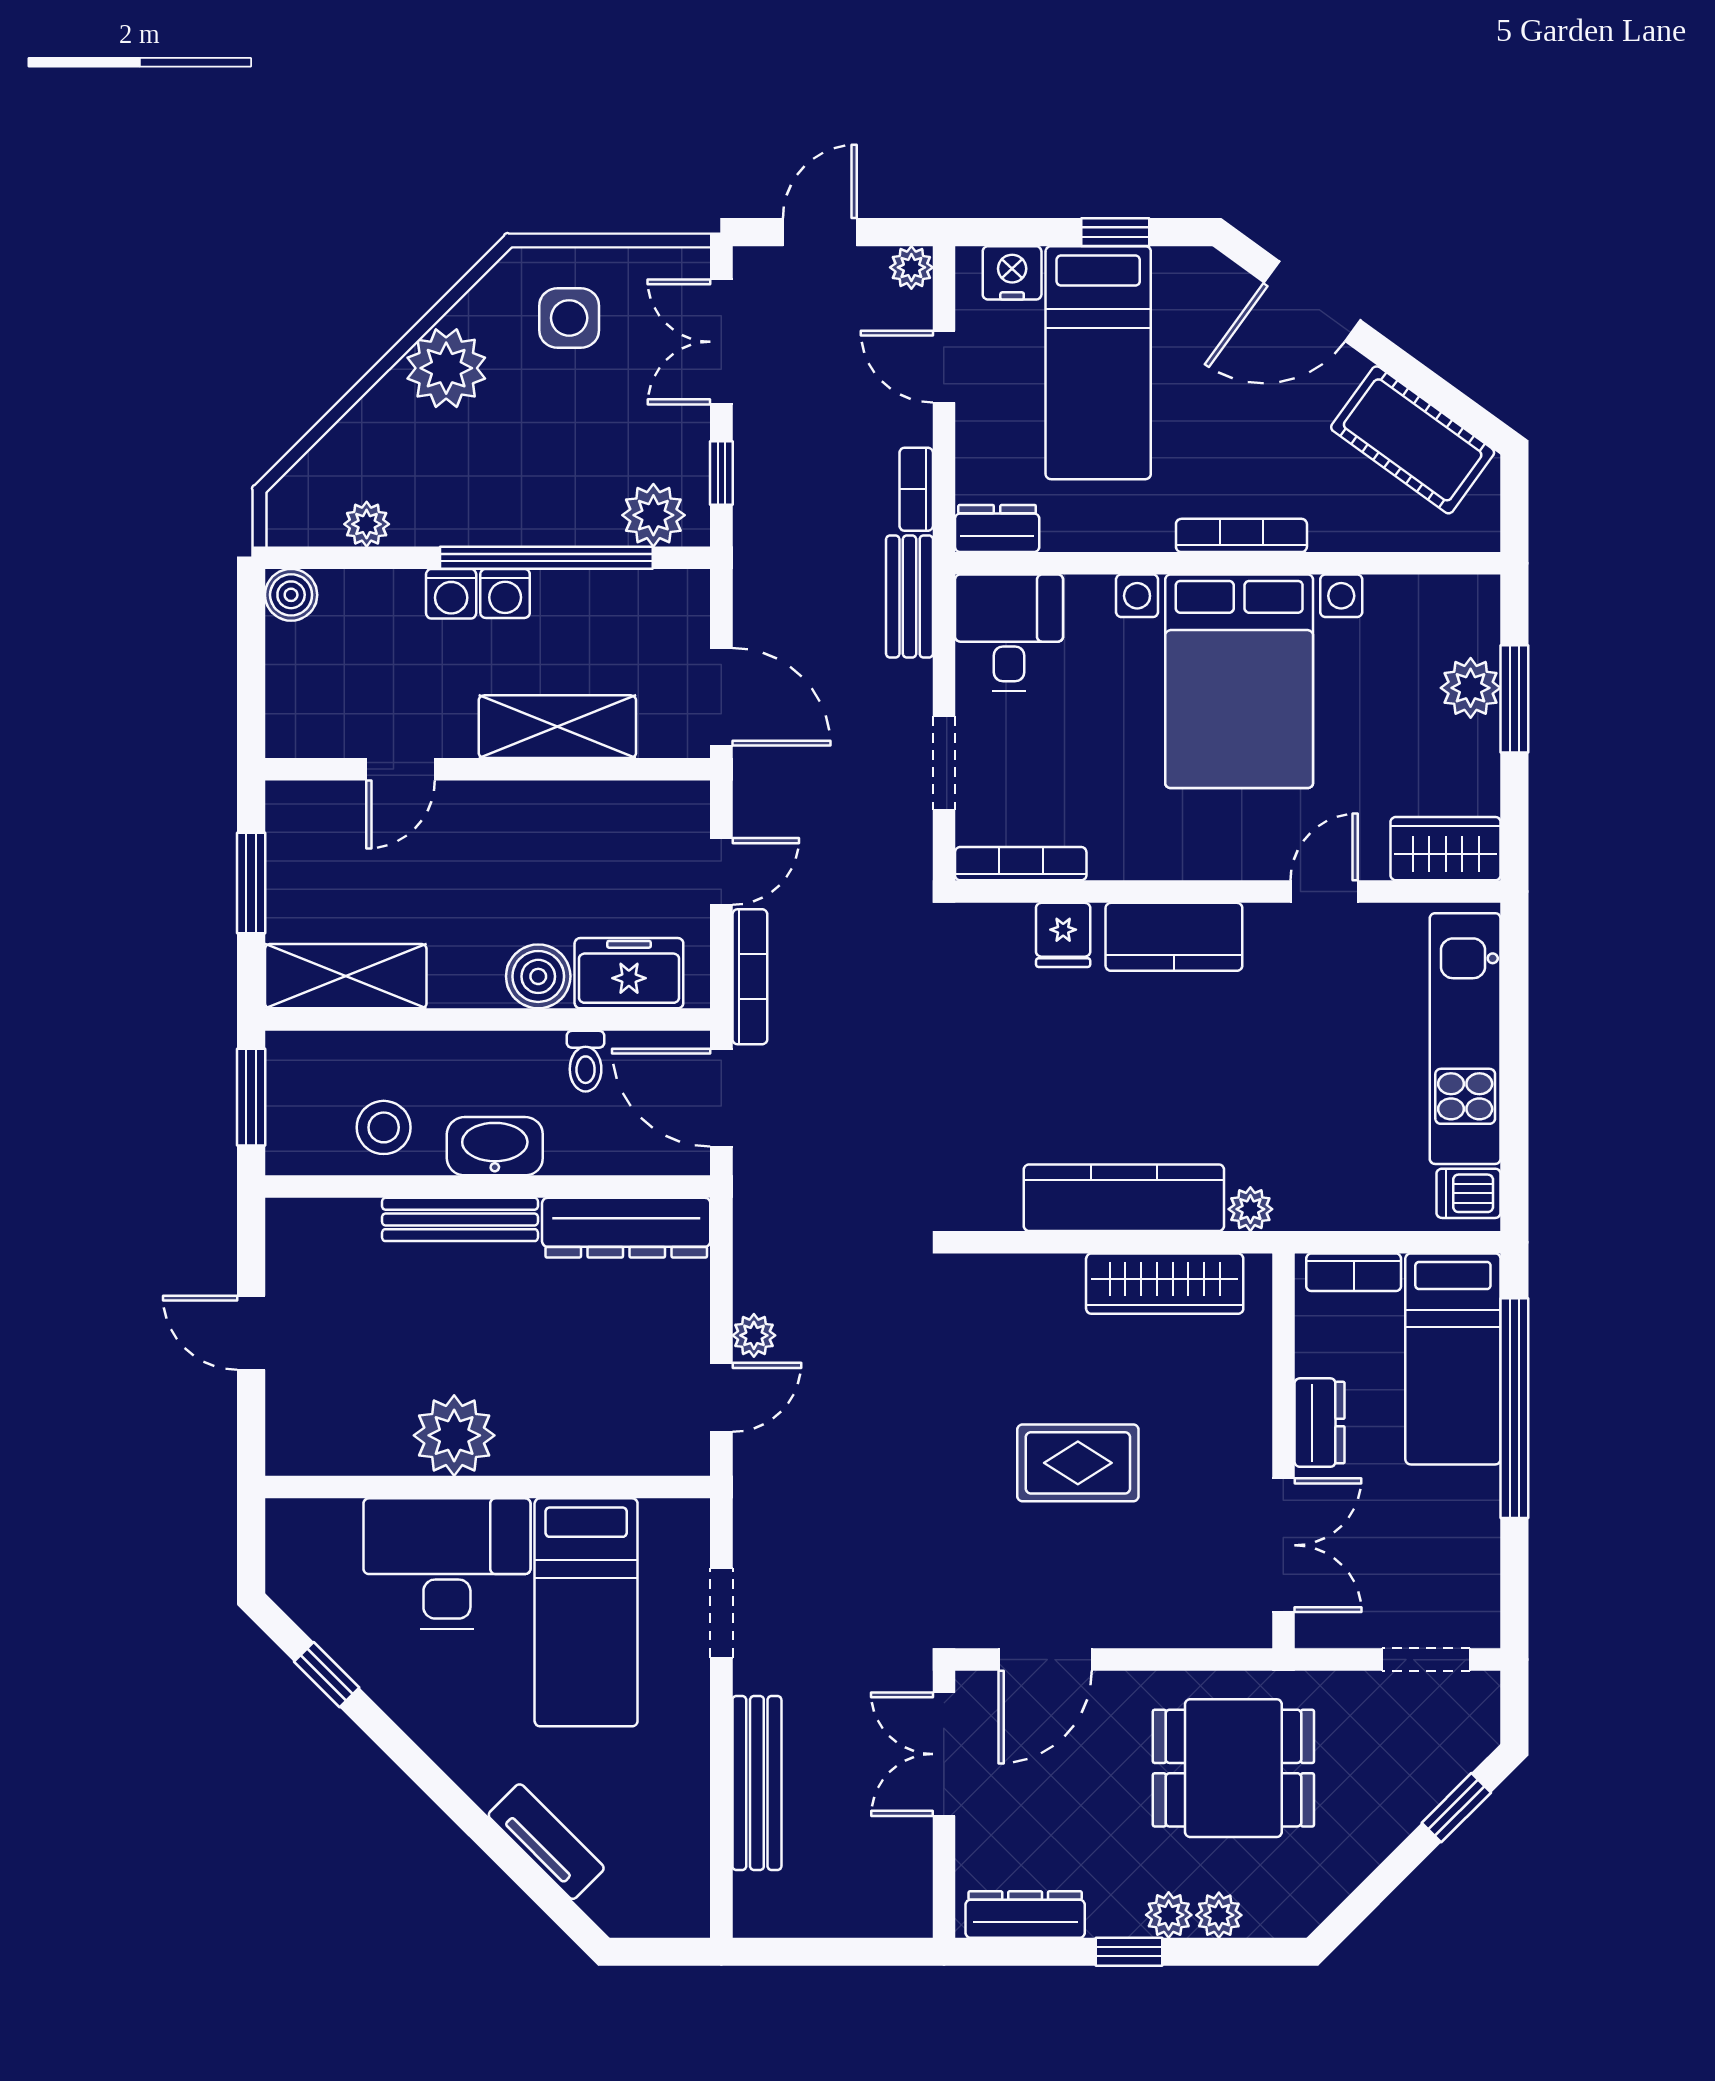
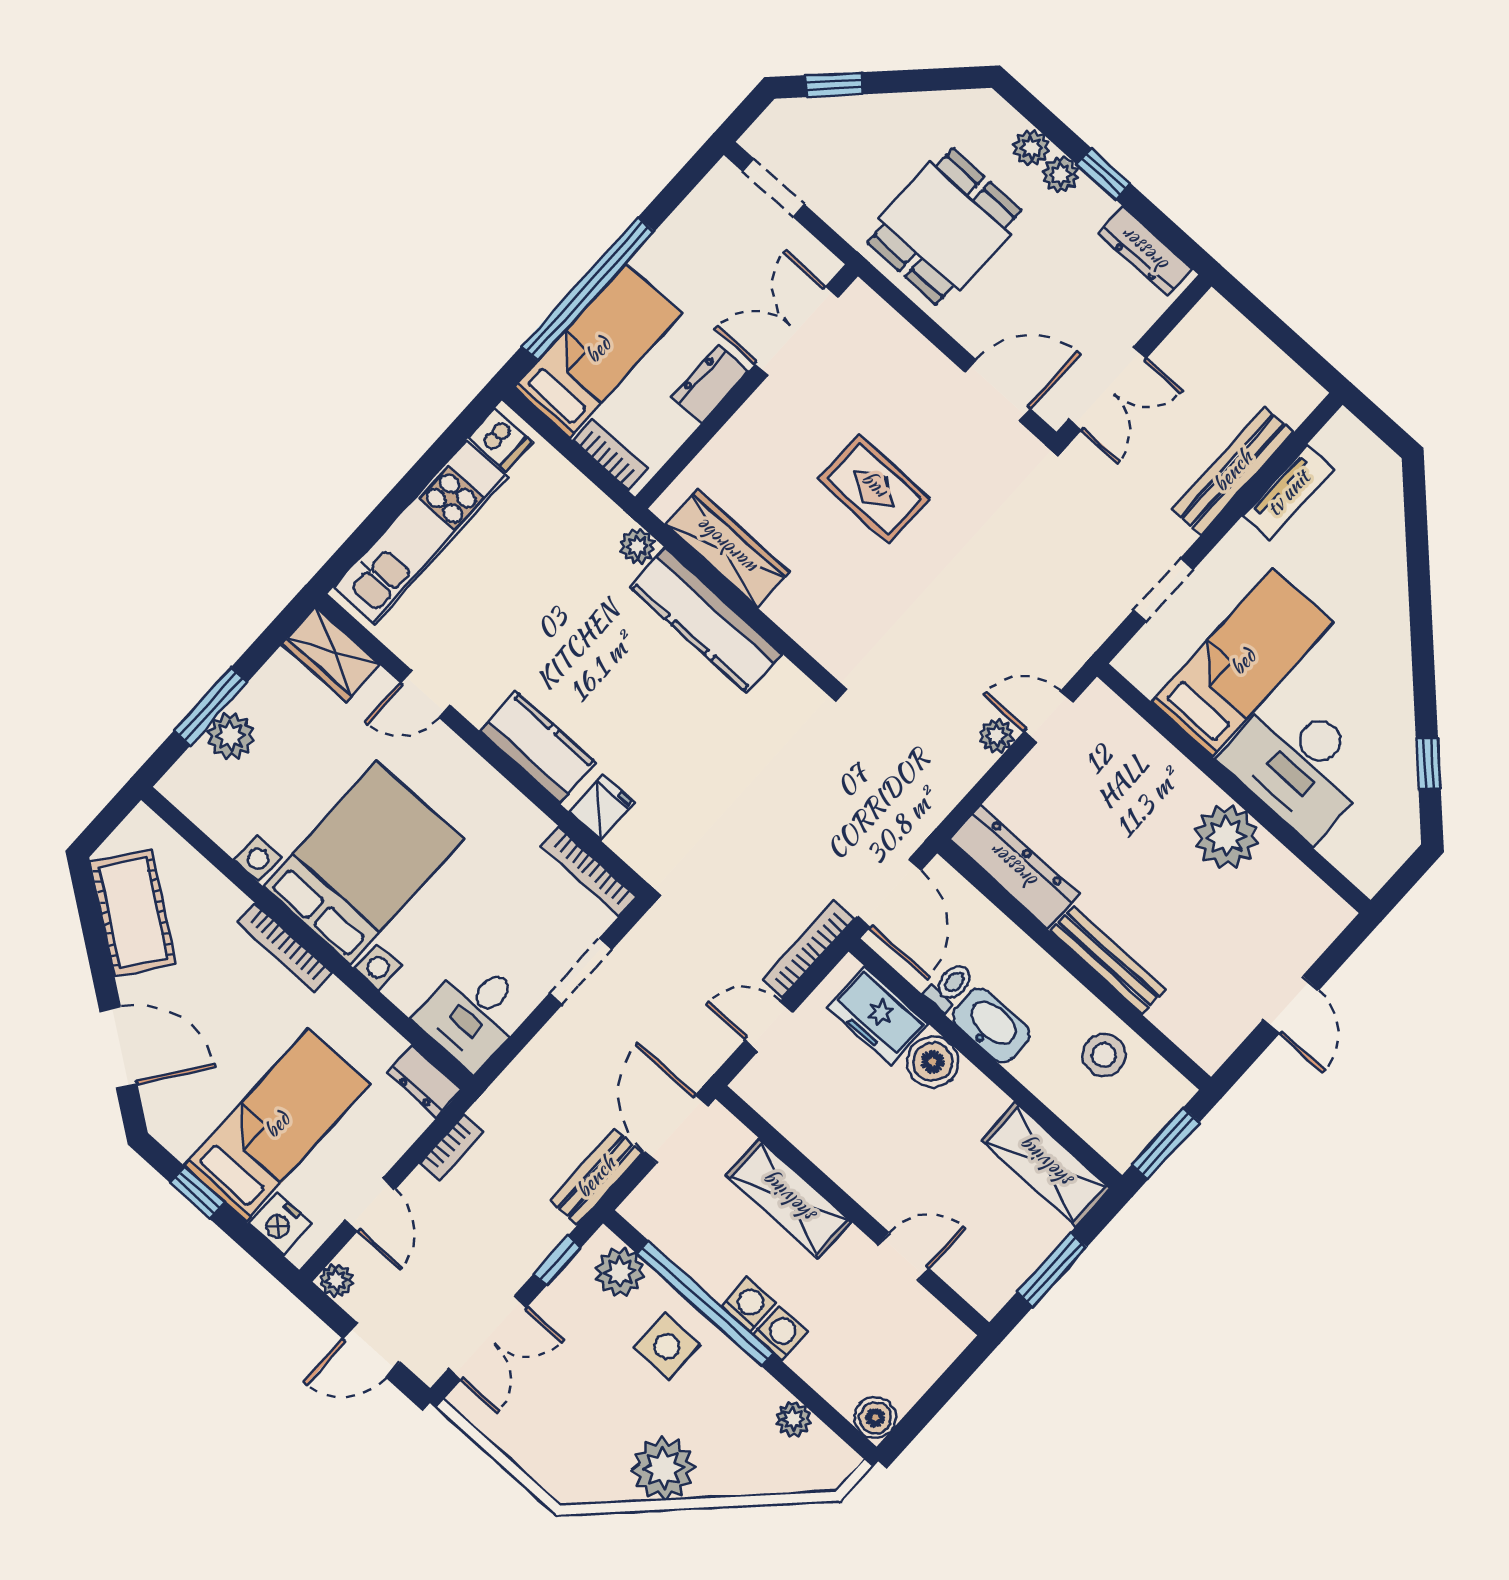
side table: (569, 318) -> (667, 1346), moved
bench: (910, 596) -> (596, 1177), moved
washbasin: (495, 1146) -> (991, 1025), moved, turned 180
dining table: (1233, 1768) -> (945, 226), turned 90
tv unit: (546, 1842) -> (1288, 493), moved, turned -135

